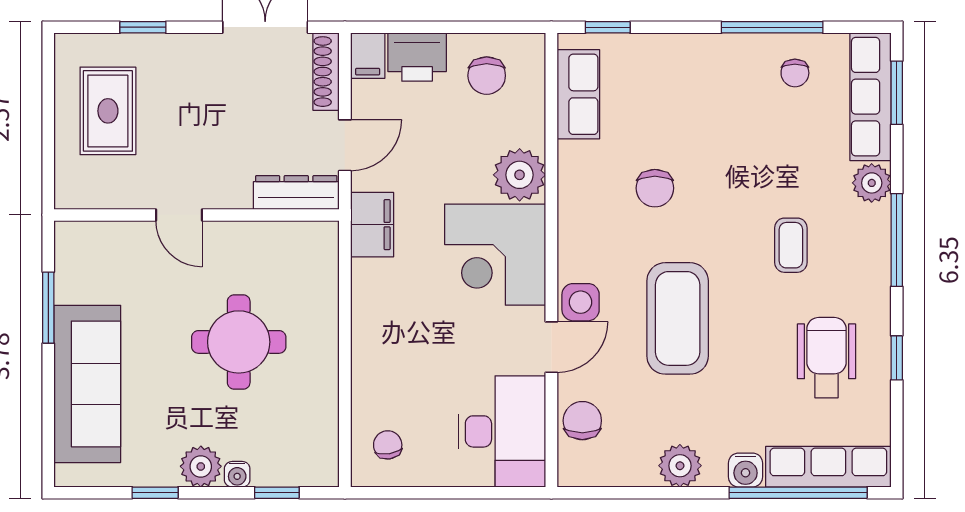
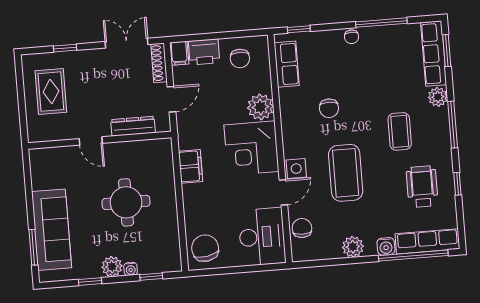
chair: (795, 73) -> (352, 37), moved
dresser: (296, 192) -> (133, 126), moved
filing cabinet: (372, 225) -> (191, 166), moved
coffee table: (791, 245) -> (400, 131), width x1.36, depth x1.30
window: (48, 308) -> (33, 247), moved
chair: (388, 445) -> (205, 248), width x1.87, depth x1.87

